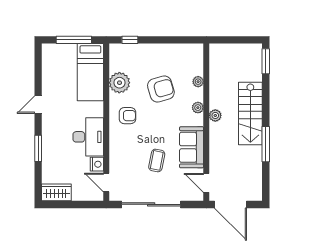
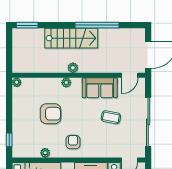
plant: (198, 82) -> (17, 82), moved
plant: (119, 83) -> (45, 153), width x0.53, depth x0.53
armchair: (161, 89) -> (51, 114), turned 106
window: (266, 144) -> (97, 25), width x1.46

